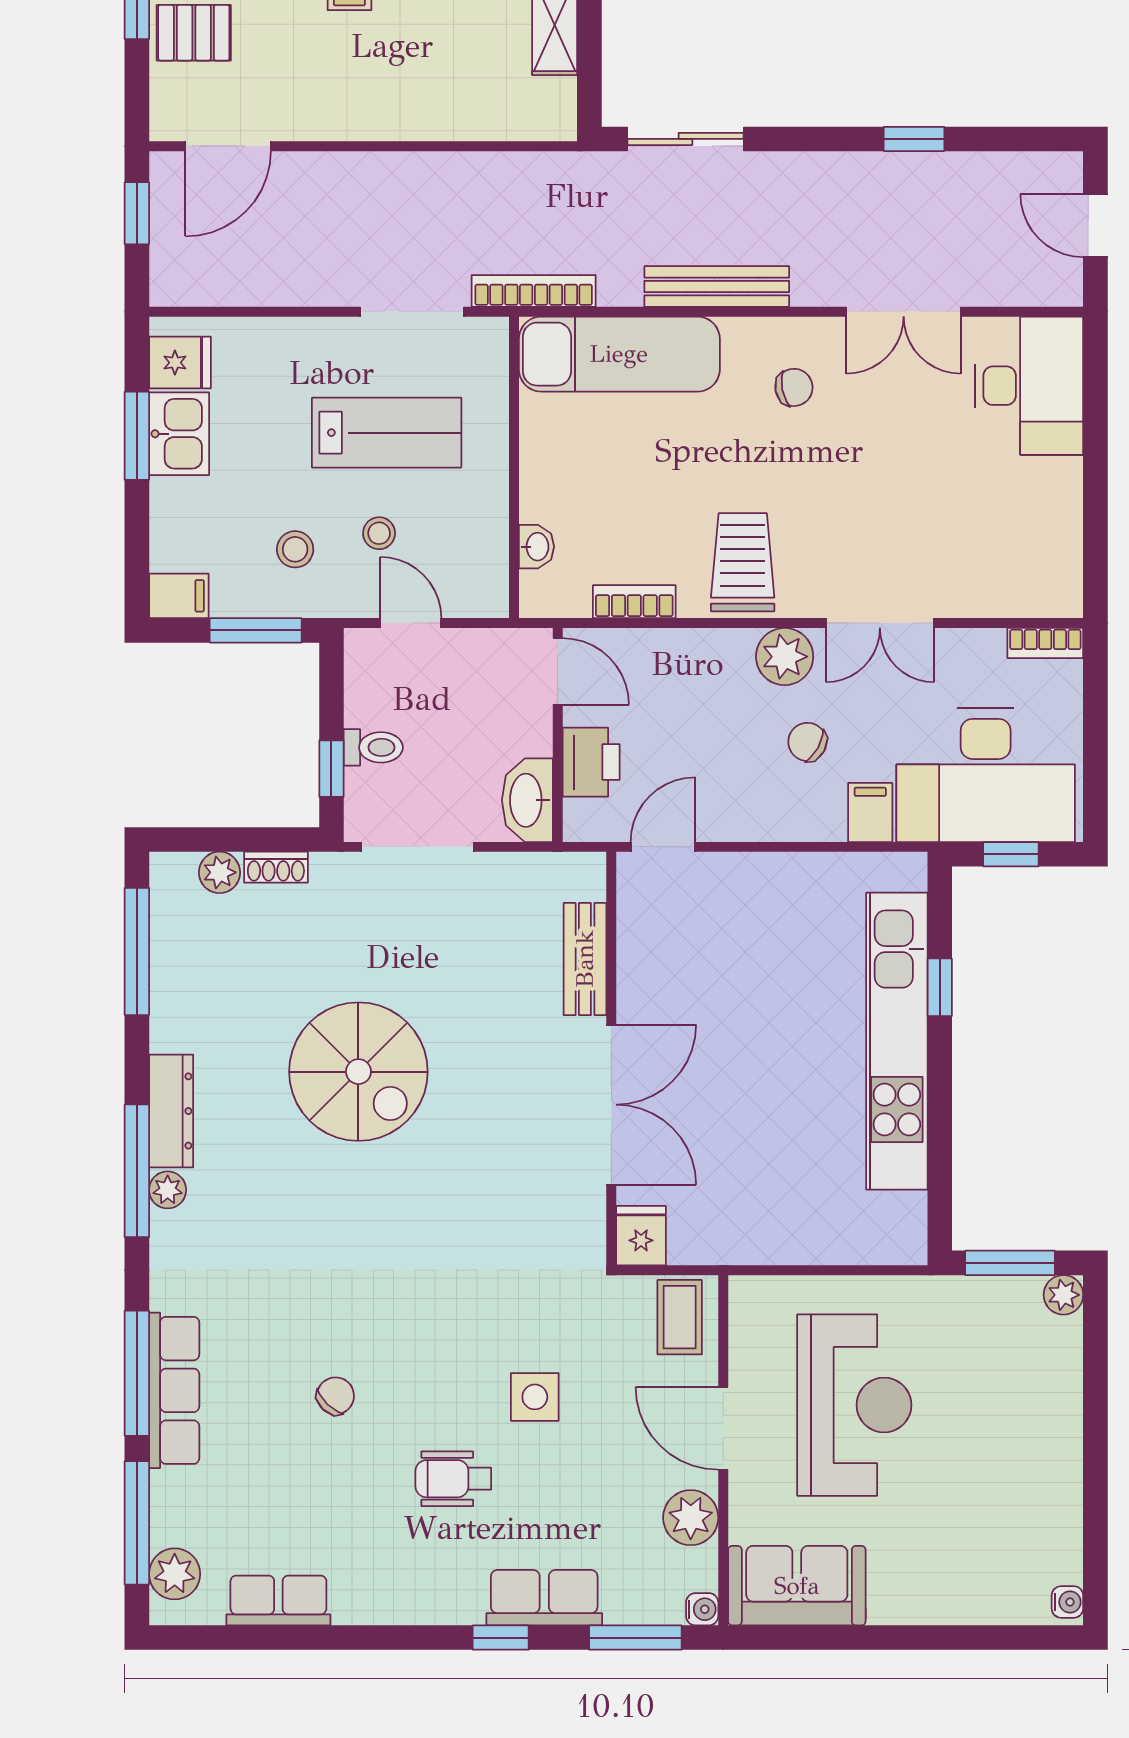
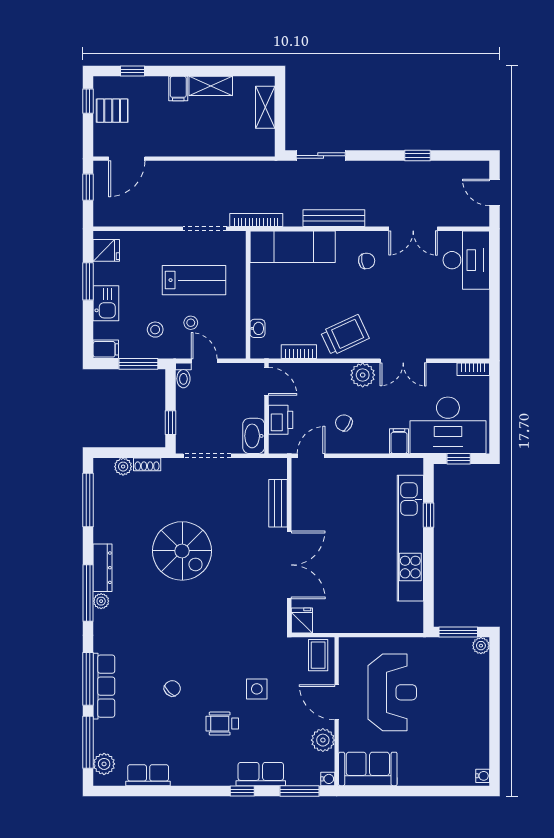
kitchen sink: (179, 434) -> (106, 303), moved
trolley: (743, 562) -> (345, 335), turned 65
chair: (807, 742) -> (344, 423), moved
toilet: (373, 747) -> (183, 375), moved, turned 90

